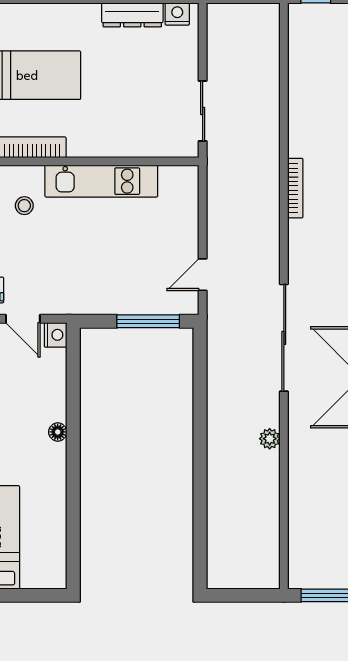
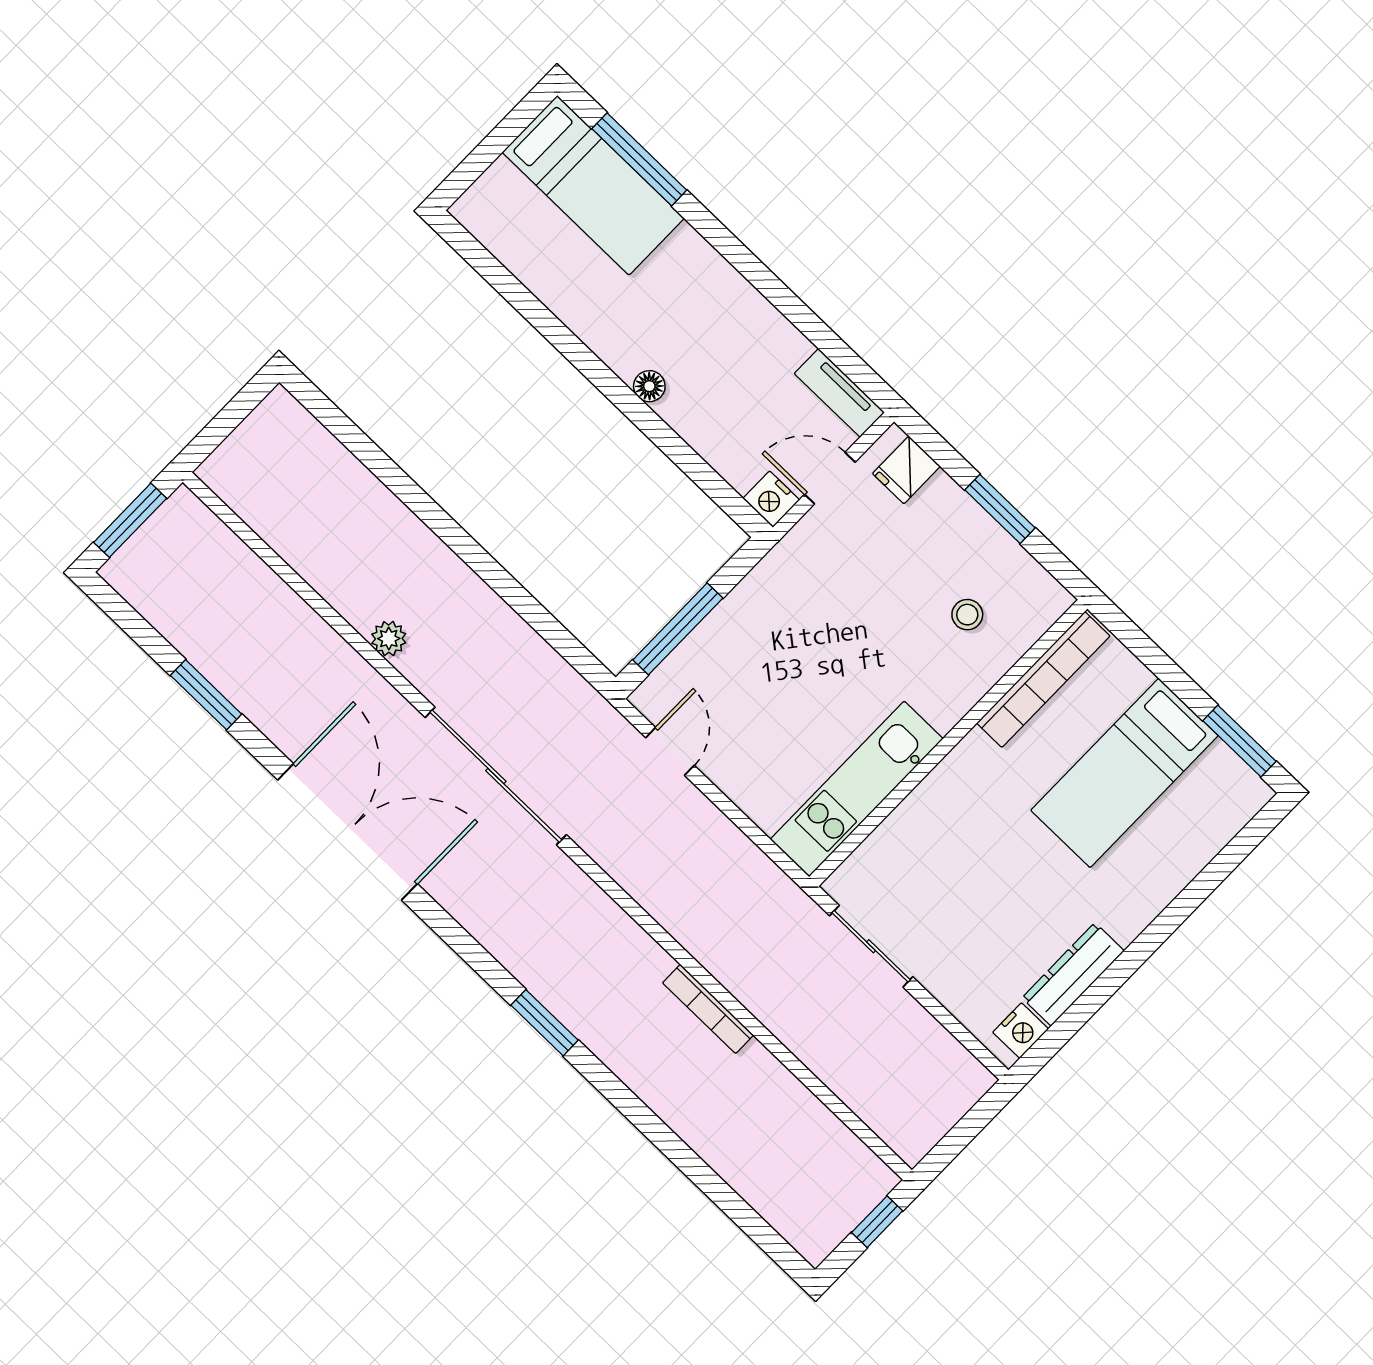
kitchen unit: (101, 181) -> (857, 789), moved
bookcase: (295, 188) -> (708, 1009), moved

